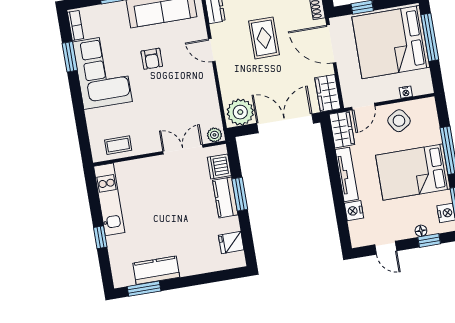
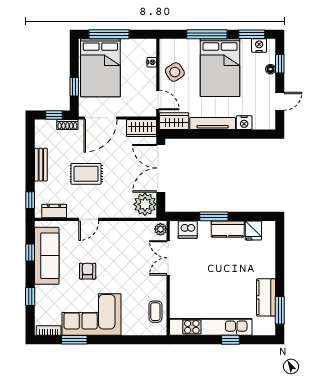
bed: (391, 42) -> (100, 68), width x0.73
armchair: (152, 59) -> (88, 271), turned -90
kitchen counter: (225, 198) -> (228, 229), moved
kitchen unit: (109, 199) -> (211, 327), width x1.36

